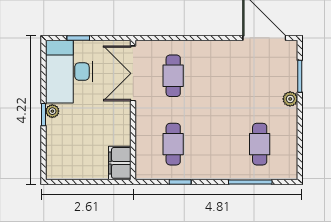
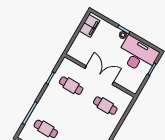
double door: (133, 73) -> (99, 75), moved
filing cabinet: (120, 163) -> (90, 26), moved, turned 90

